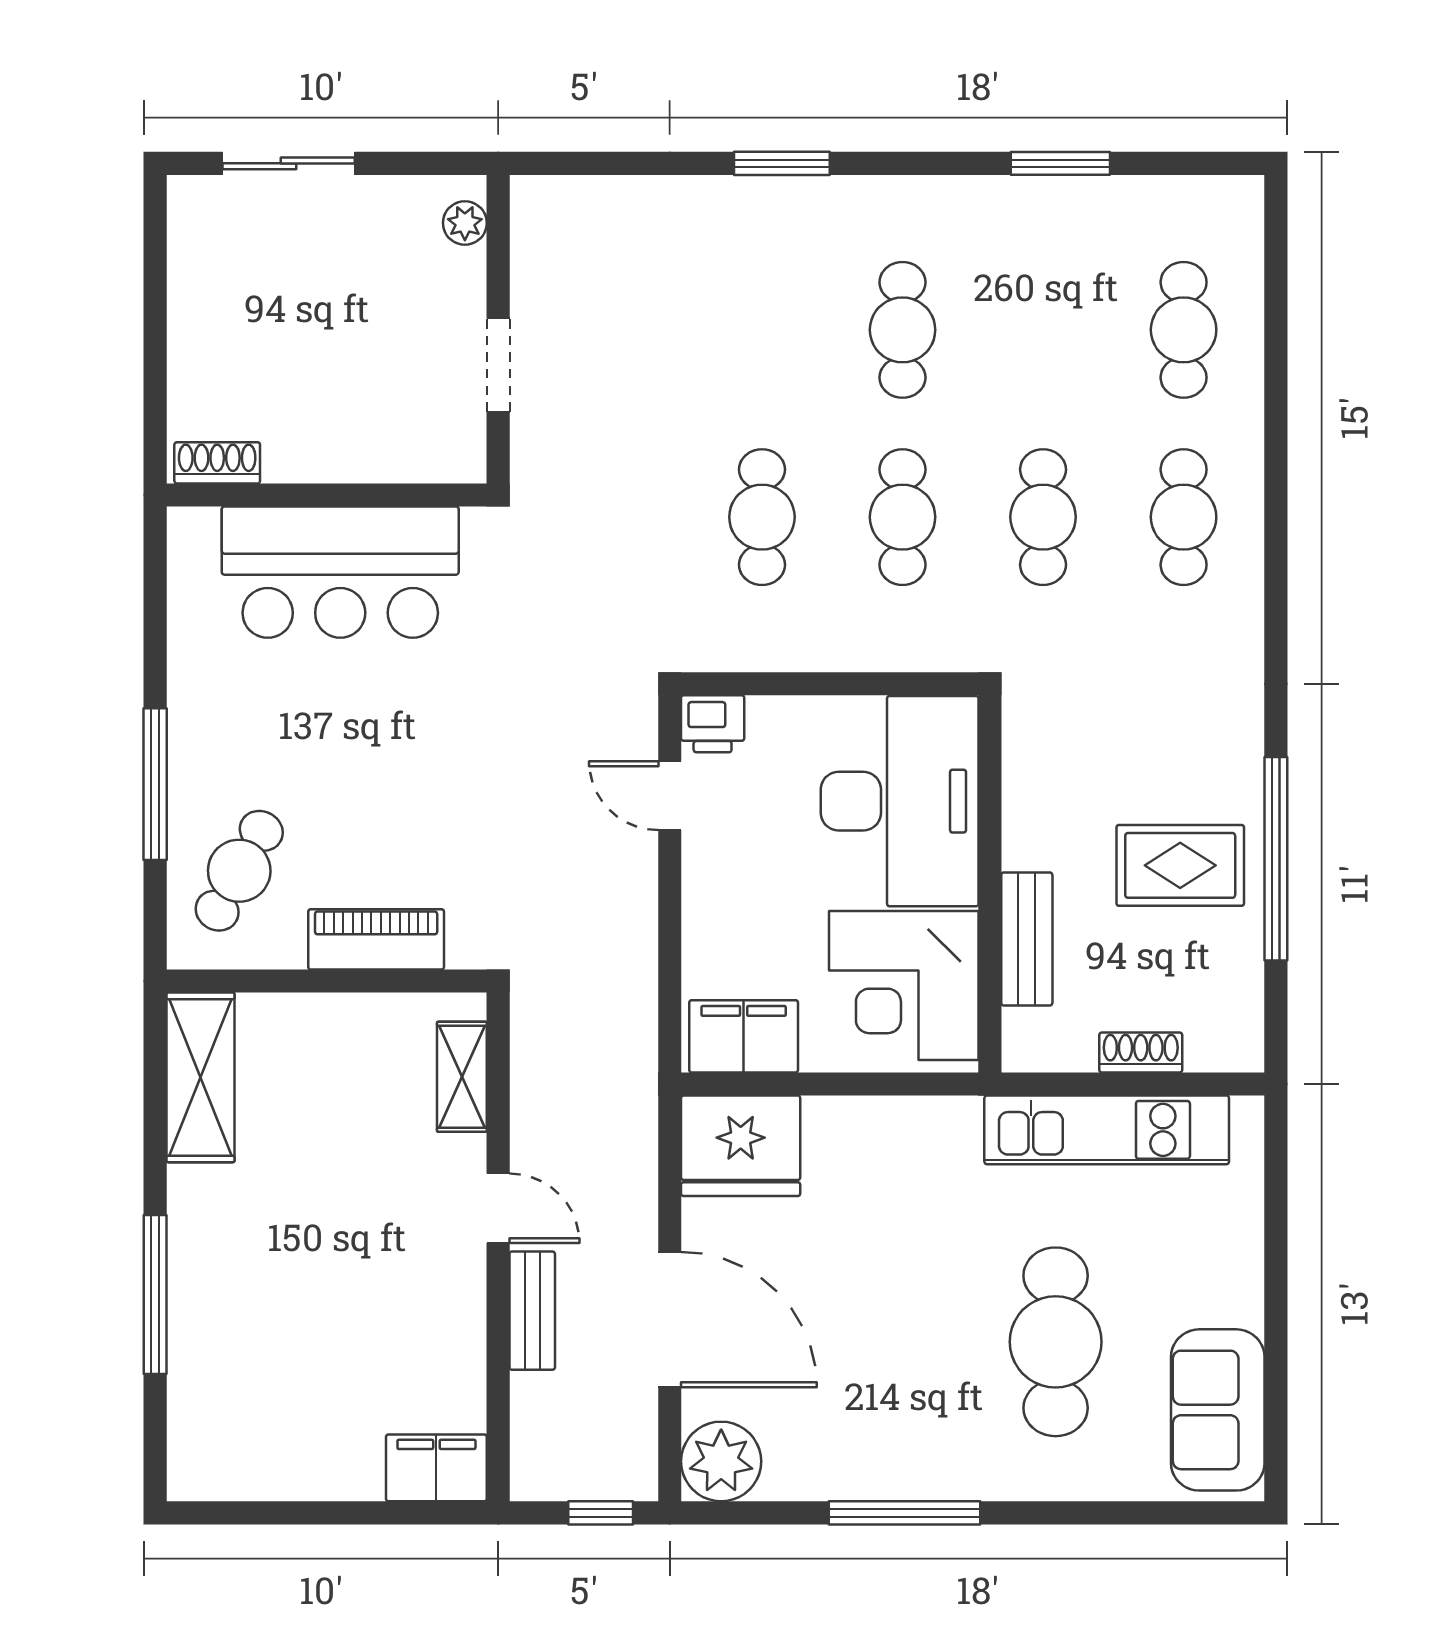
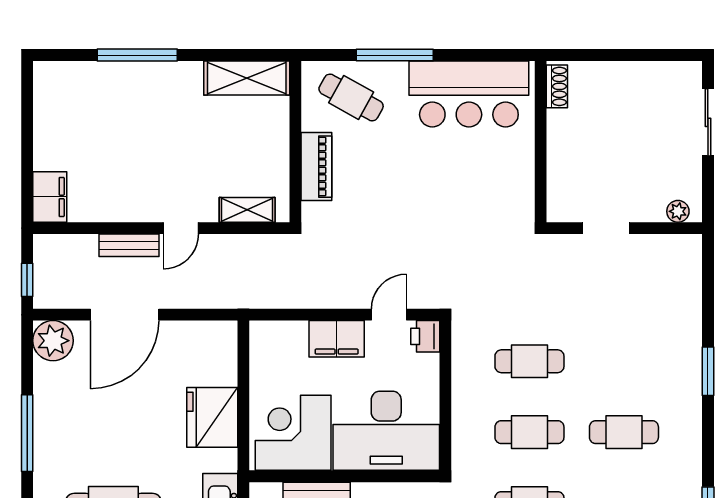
bar counter: (340, 572) -> (469, 94), moved, turned -90
filing cabinet: (744, 1036) -> (337, 339), moved, turned 90
fridge: (741, 1146) -> (212, 417), moved

